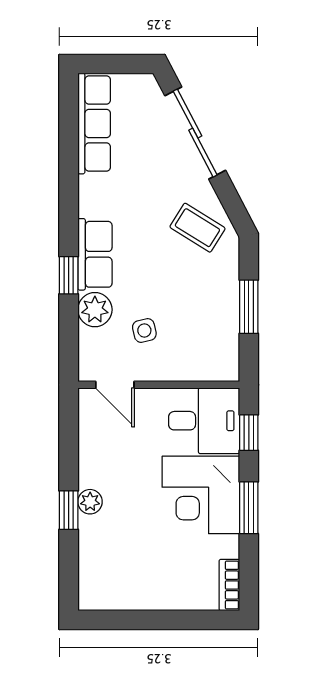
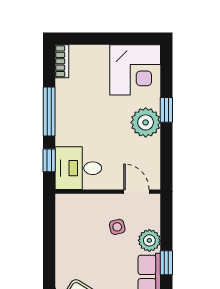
window: (249, 307) -> (49, 242), removed
corner desk: (201, 495) -> (135, 70), moved, turned 90
plant: (90, 502) -> (146, 122), width x1.88, depth x1.88
window: (249, 508) -> (49, 112), width x1.44

